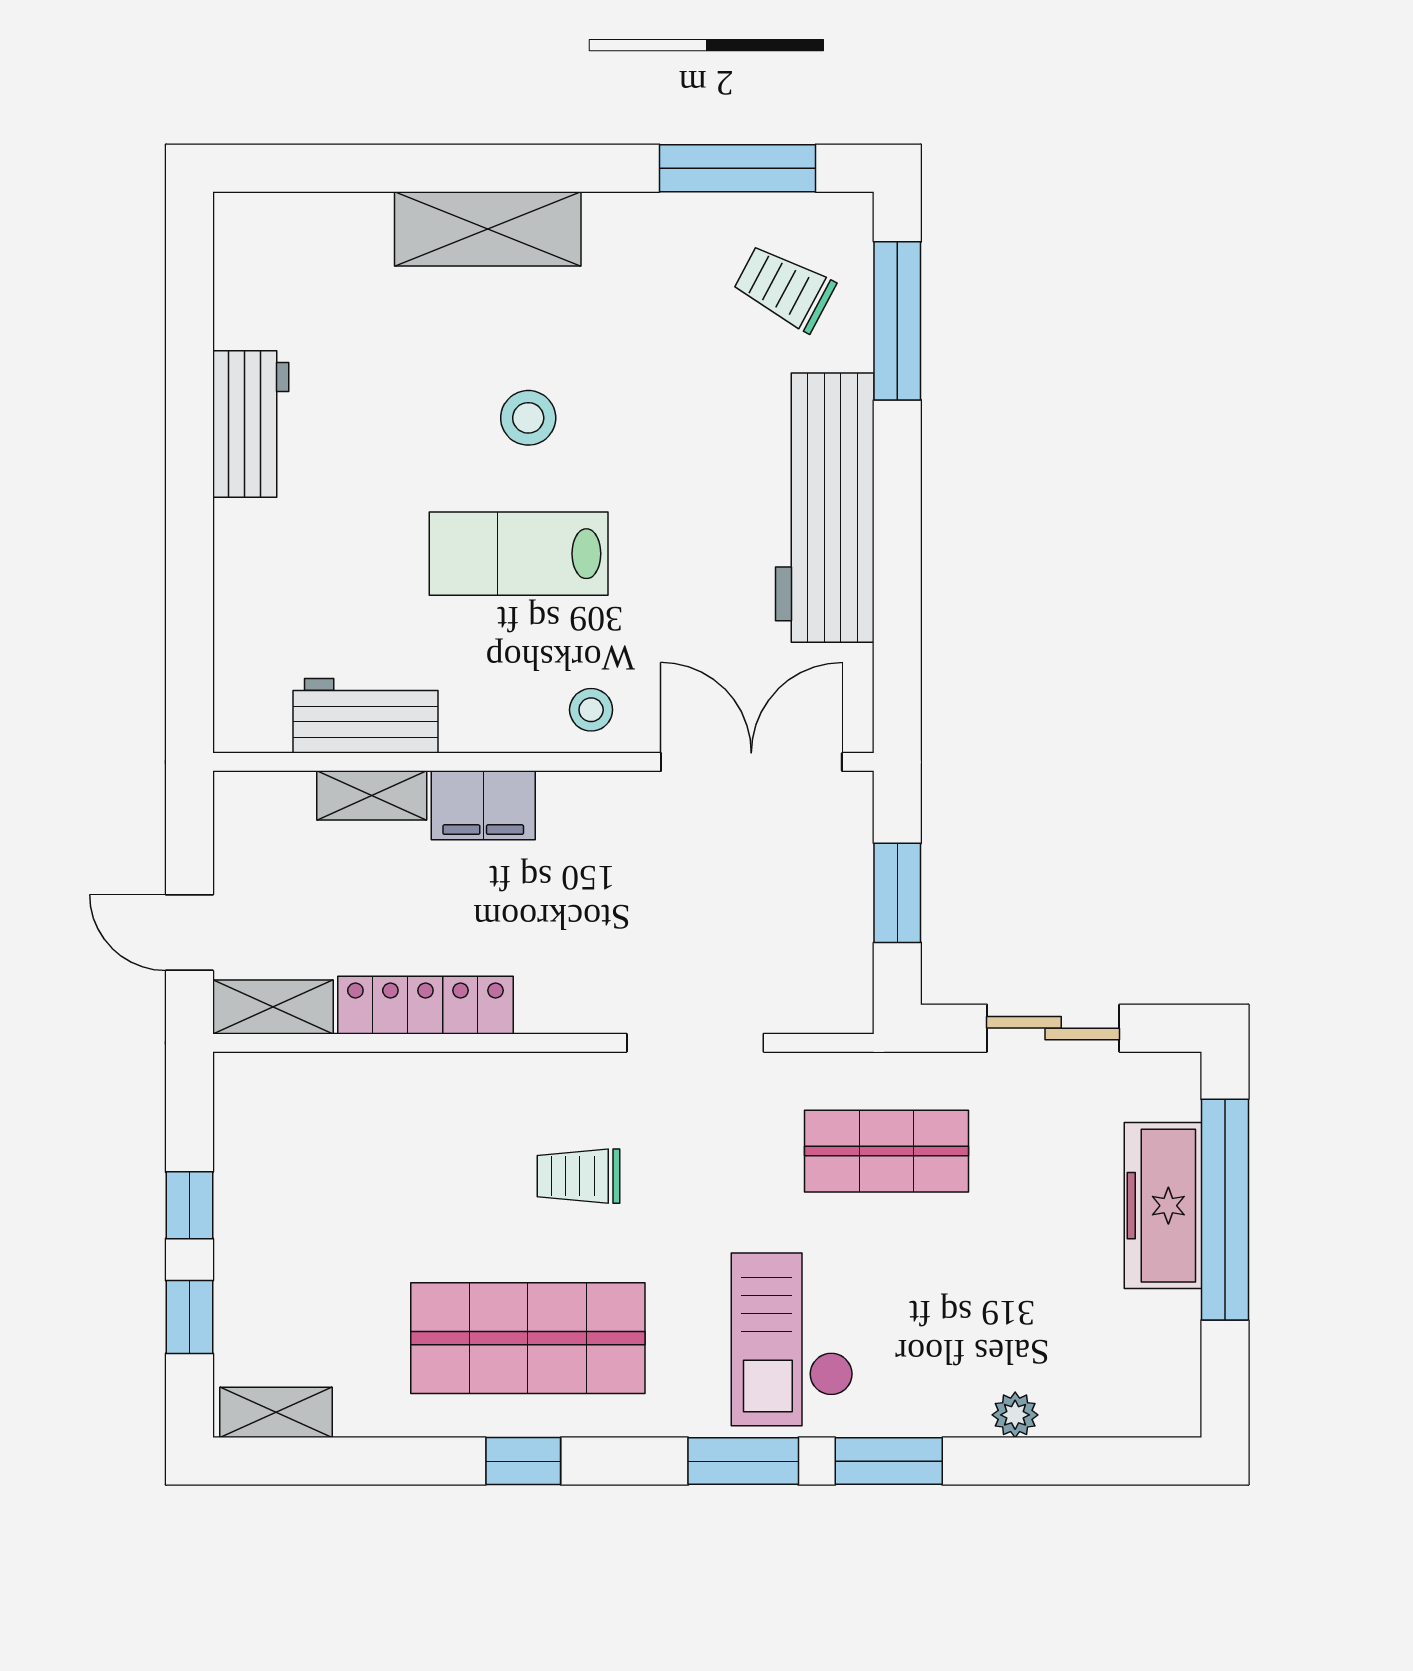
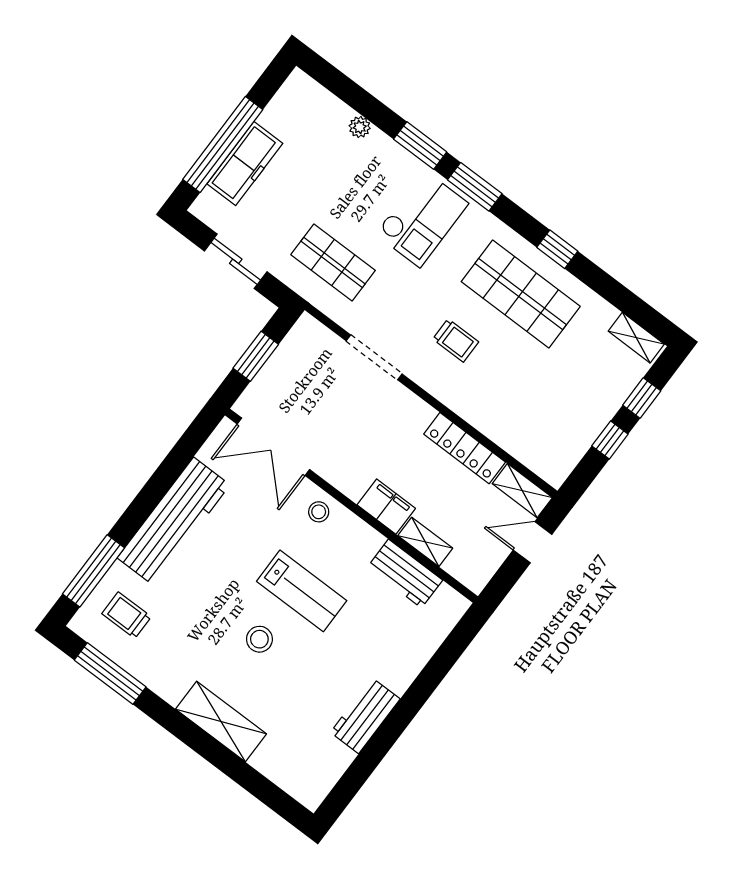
trolley: (784, 288) -> (127, 615), turned 152
door: (189, 933) -> (533, 542), swing flipped

